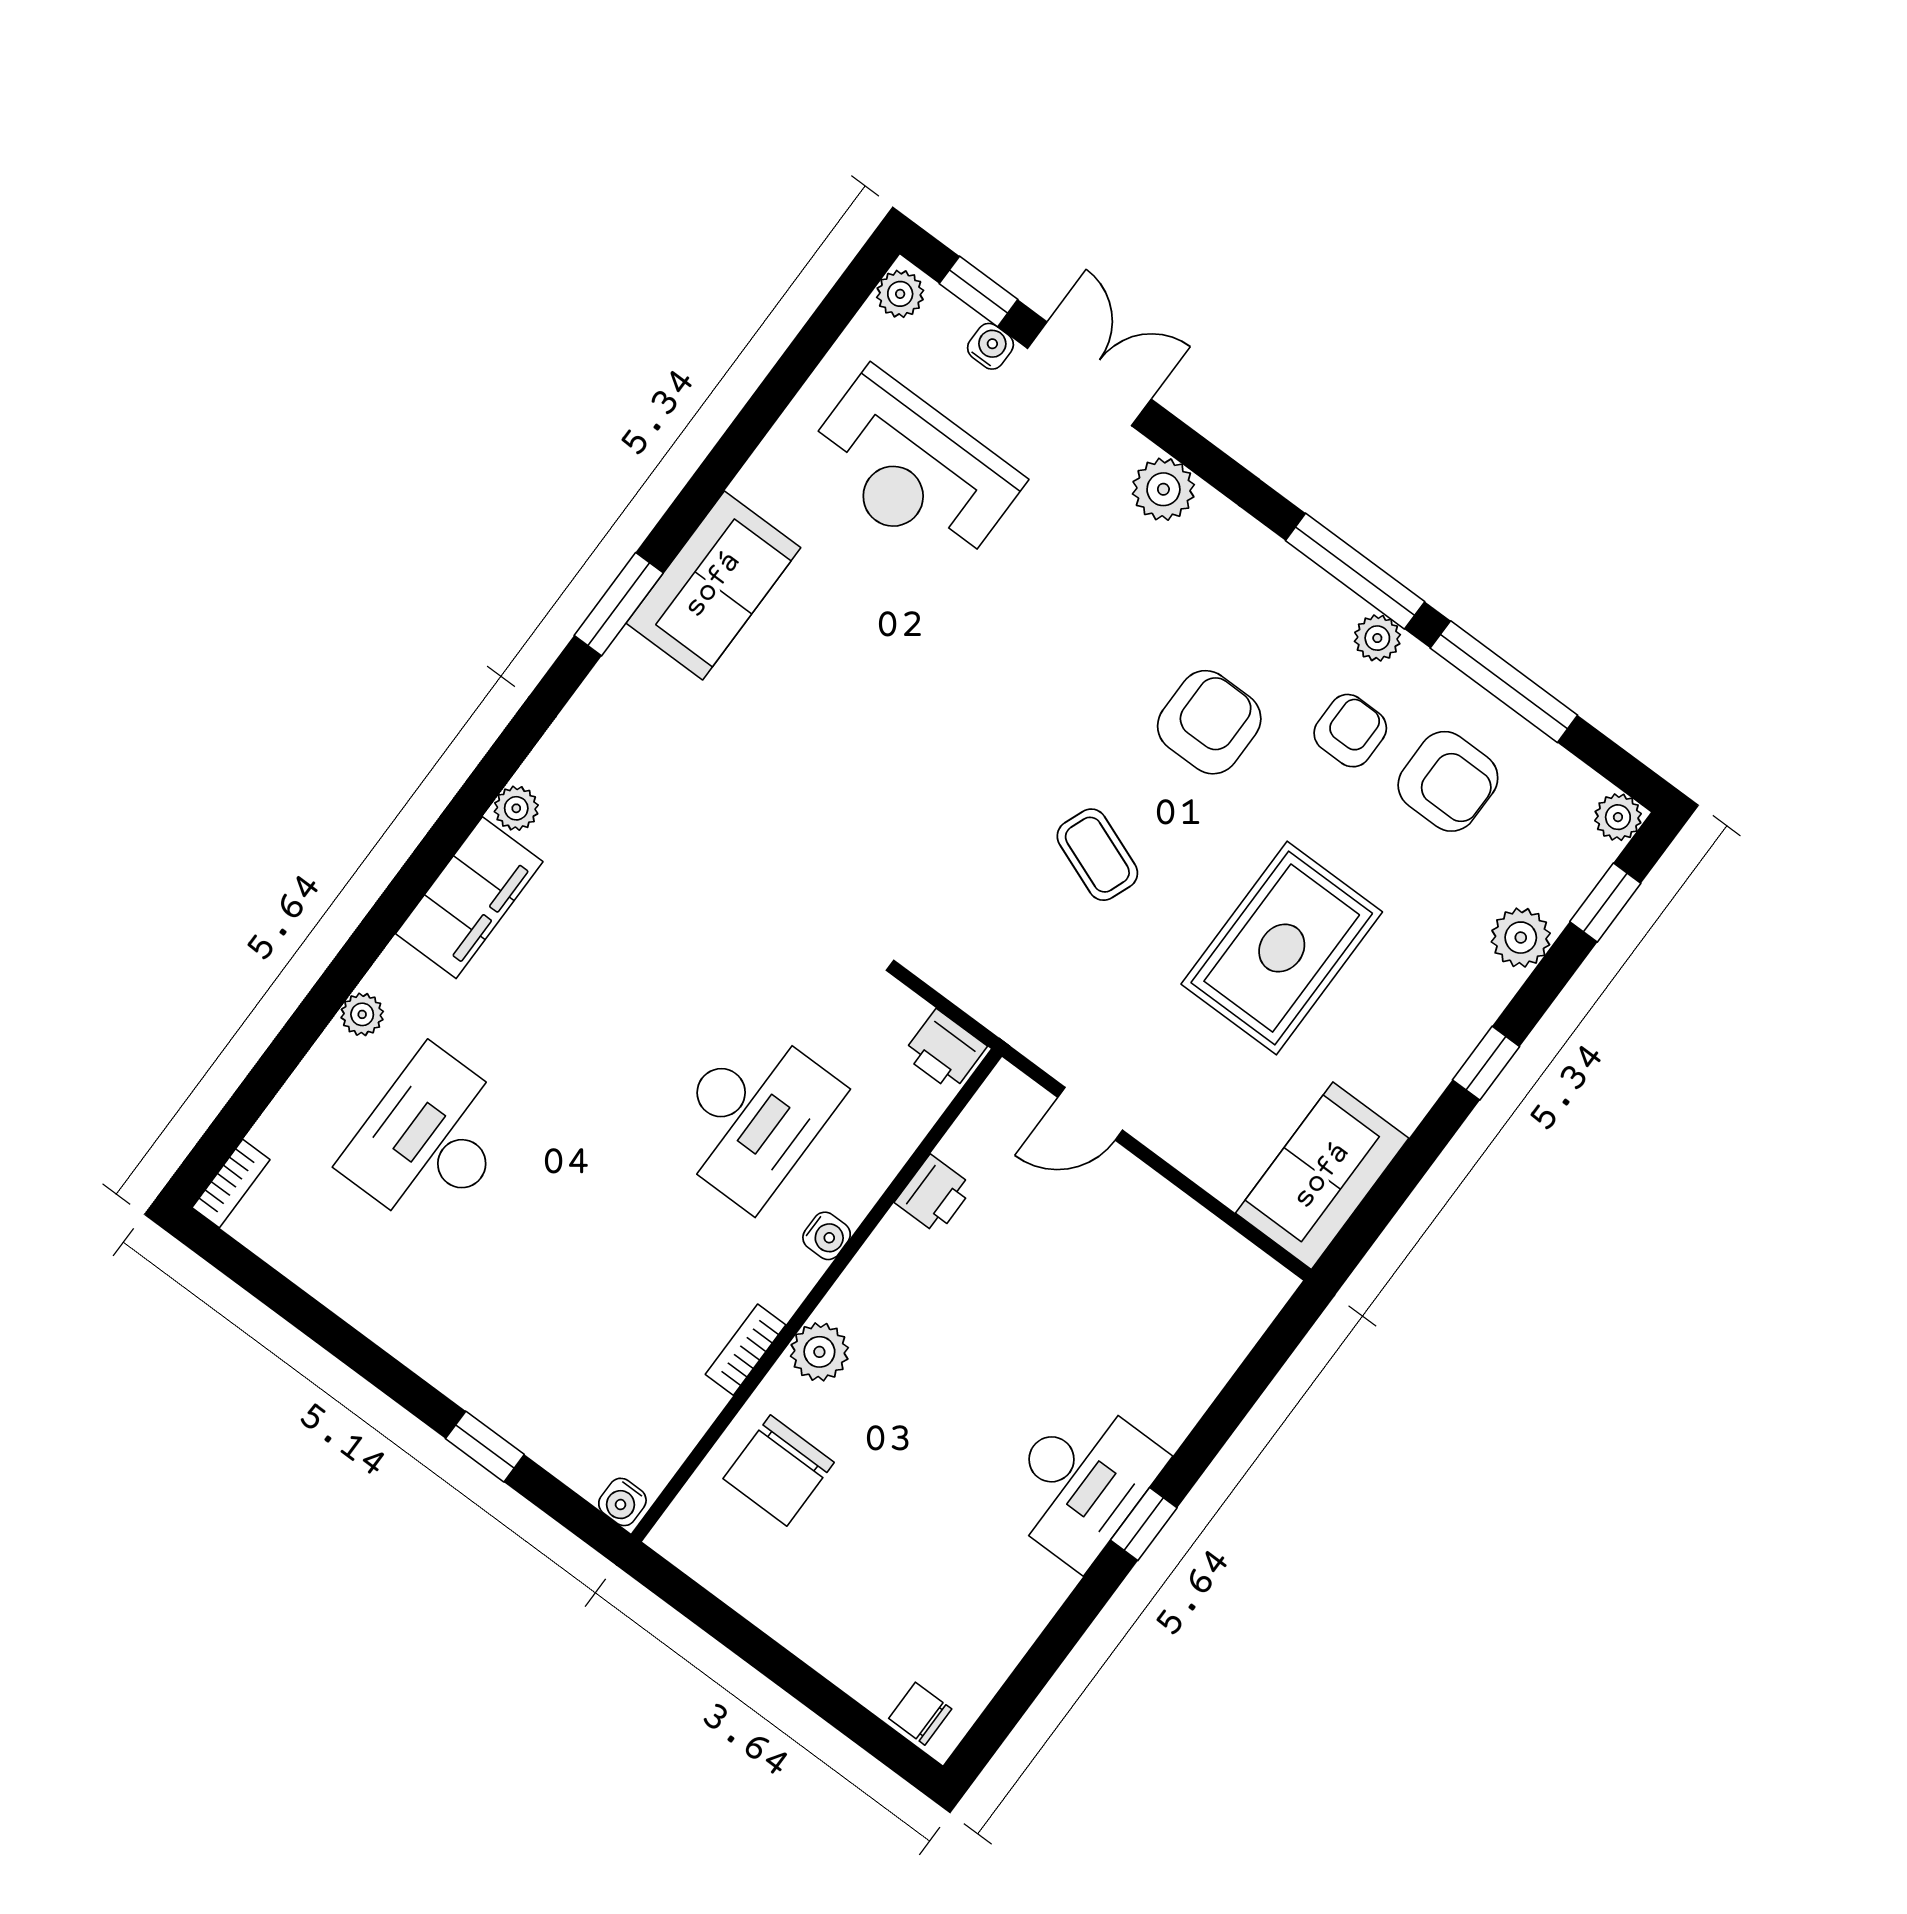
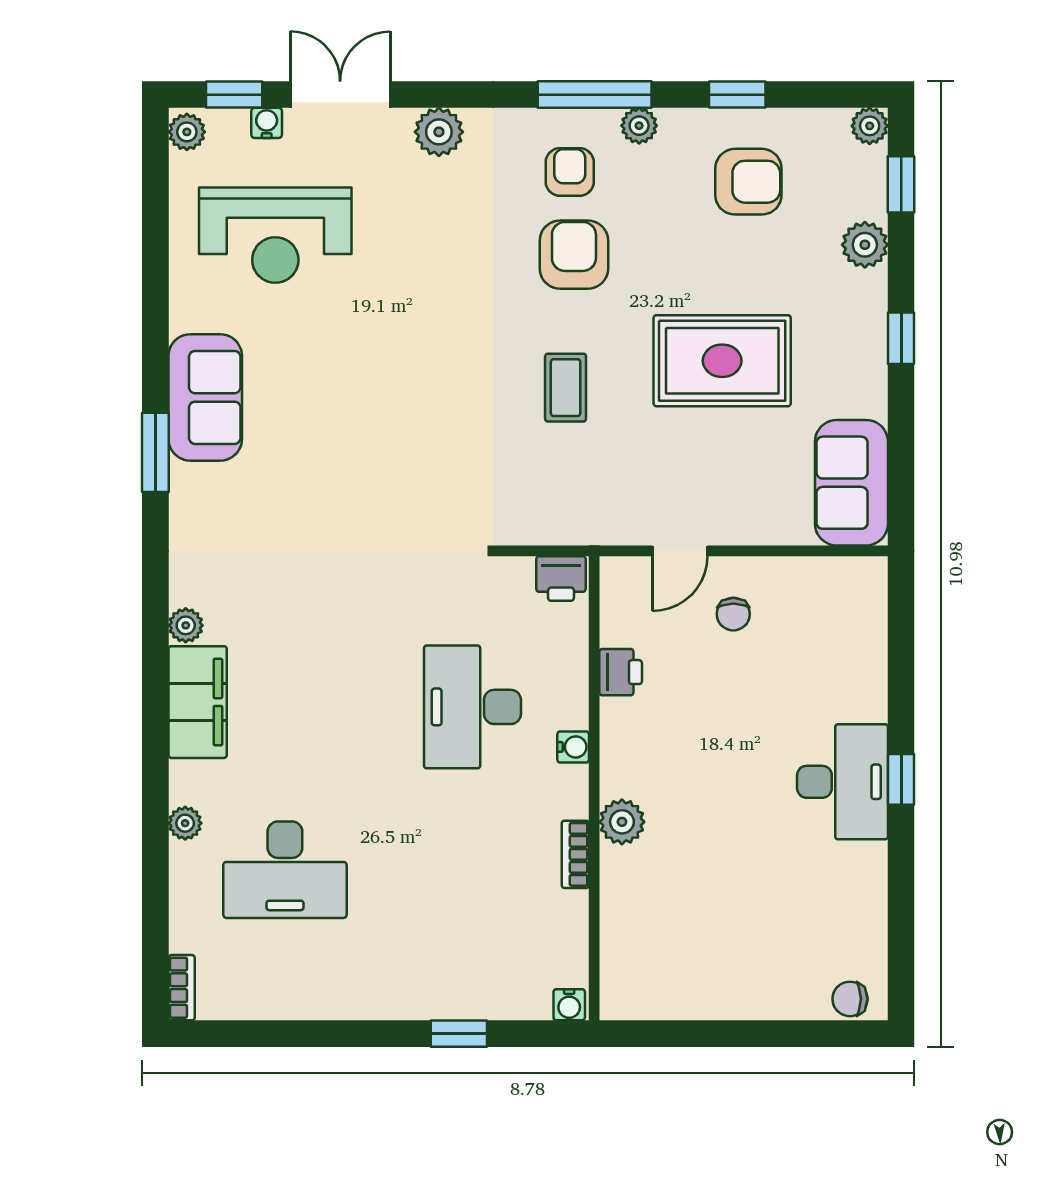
window: (1504, 682) -> (737, 95), width x0.46
armchair: (1350, 731) -> (570, 172), moved
coffee table: (1097, 855) -> (566, 388), turned 69
rug: (1282, 948) -> (722, 361), turned 90
desk: (752, 1116) -> (472, 707), turned 180
desk: (430, 1140) -> (285, 870), turned -90
chair: (779, 1471) -> (733, 614), moved, width x0.54, depth x0.54

